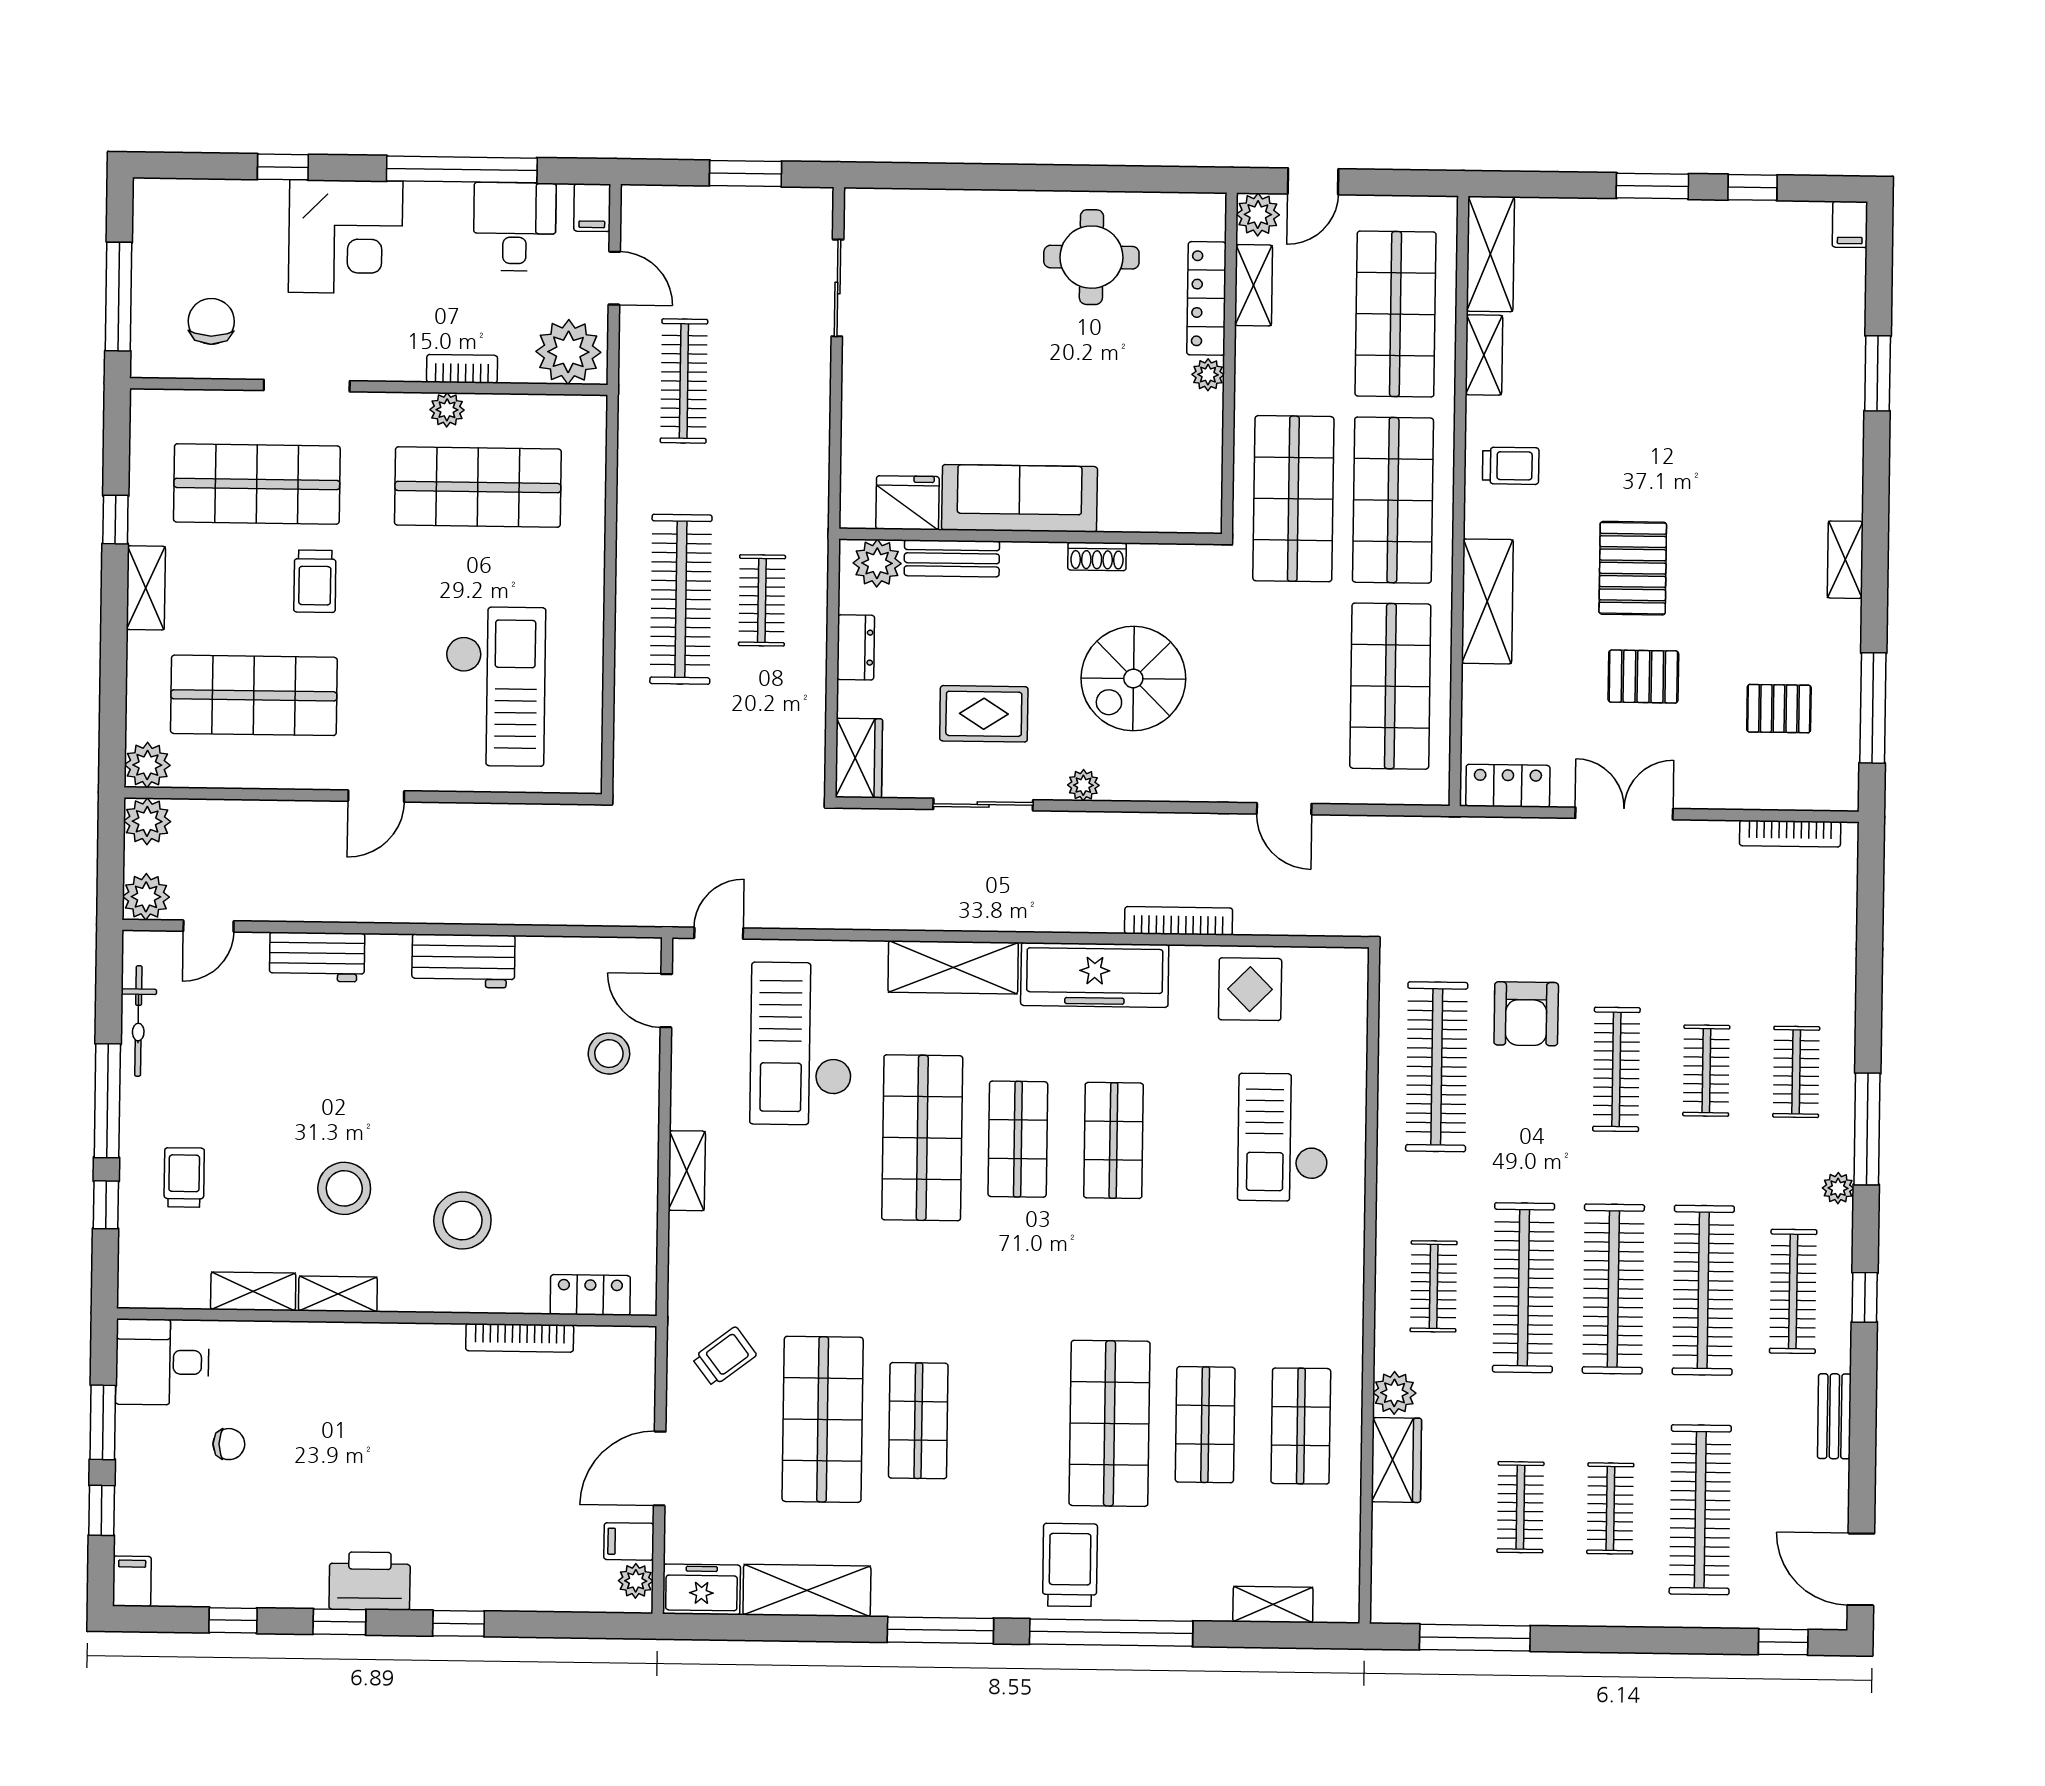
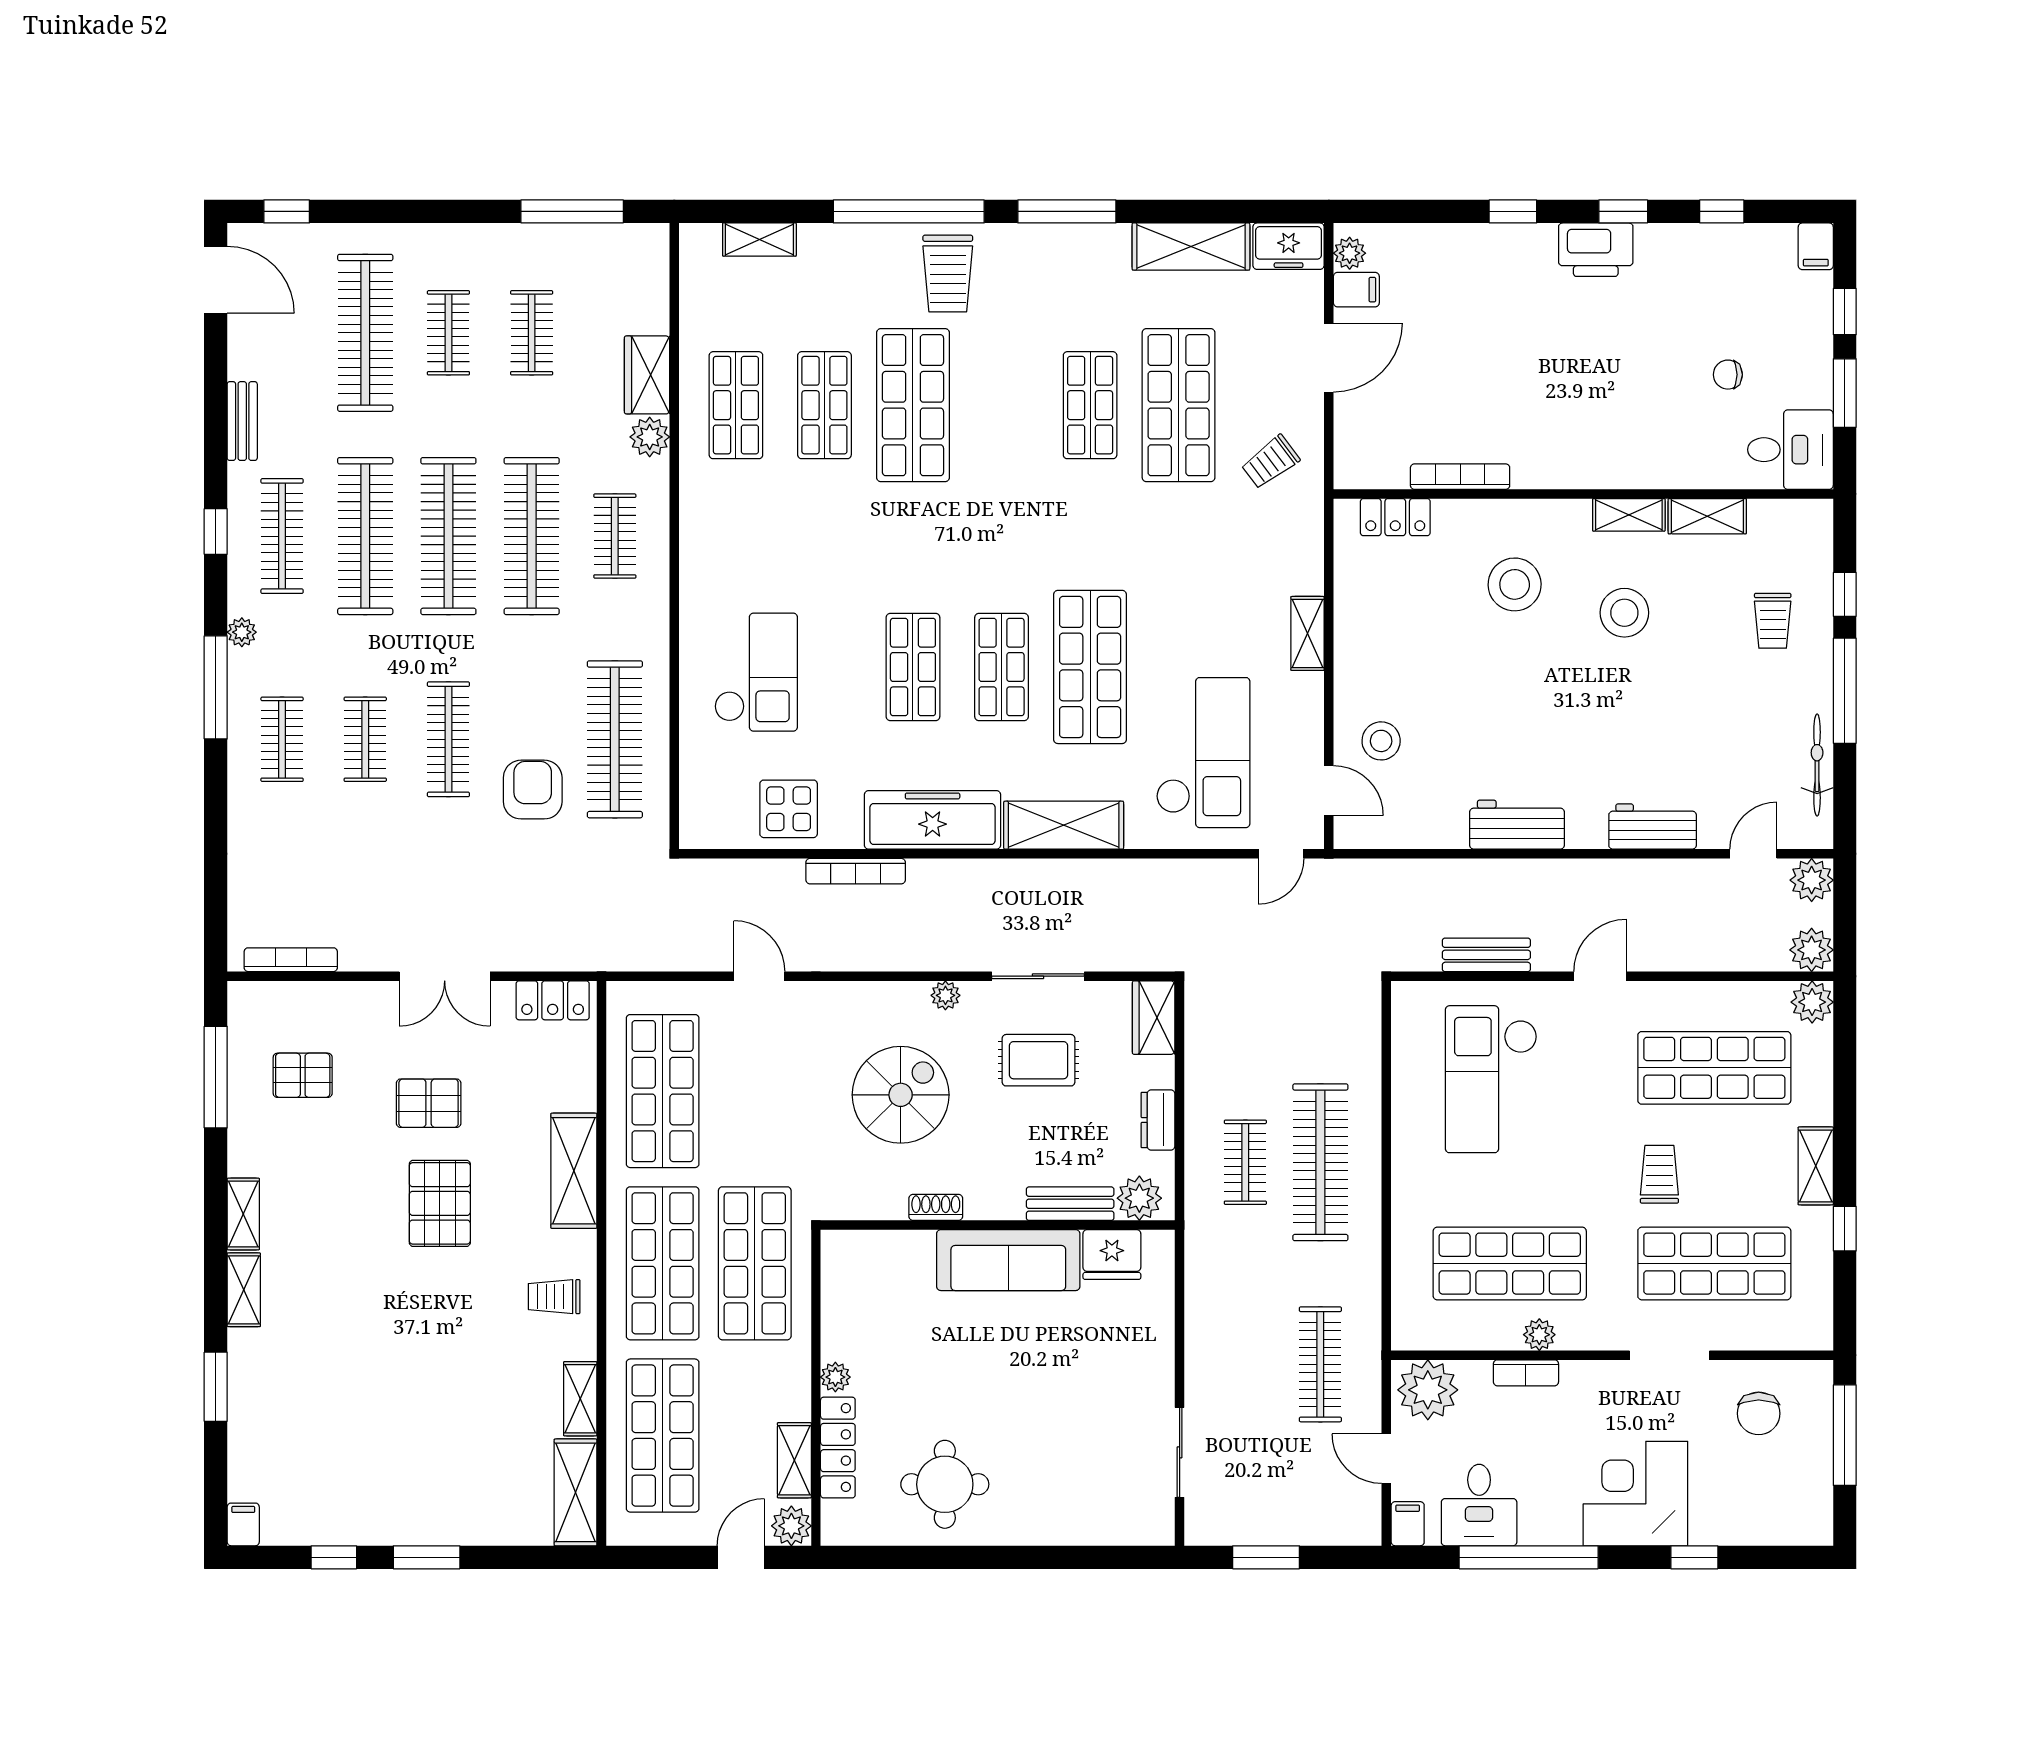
shelving: (1846, 478) -> (244, 1290), added
bench: (498, 821) -> (1486, 955), added

